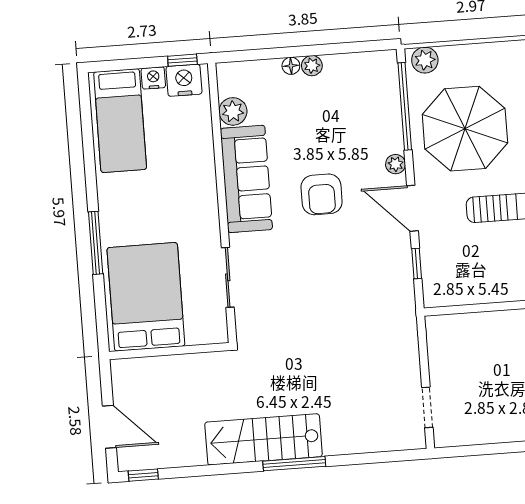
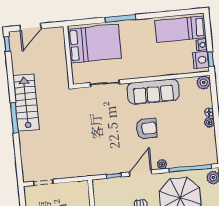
plant: (233, 111) -> (204, 83), moved
armchair: (322, 194) -> (146, 128), turned 180

